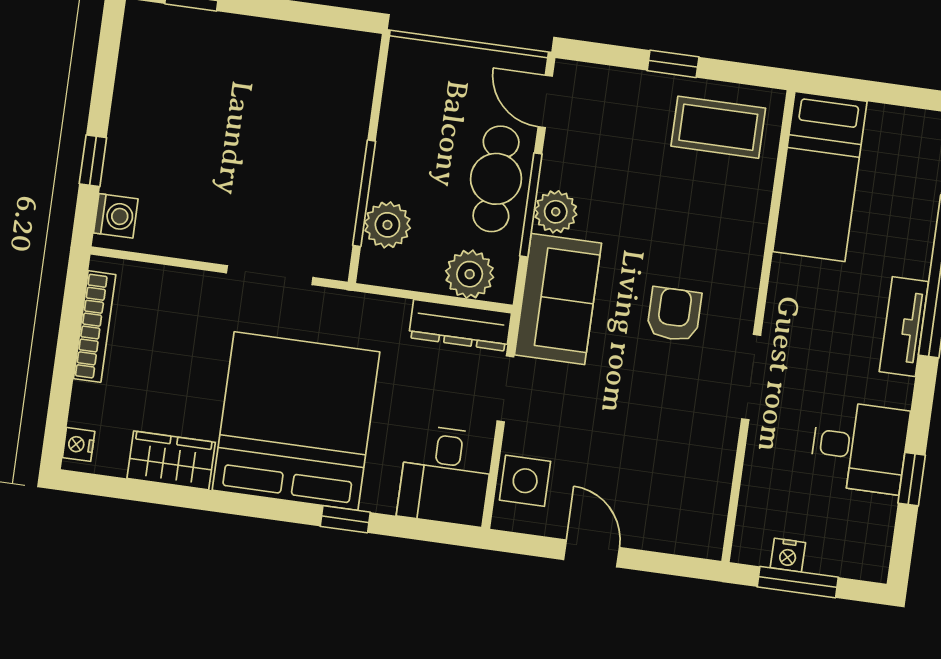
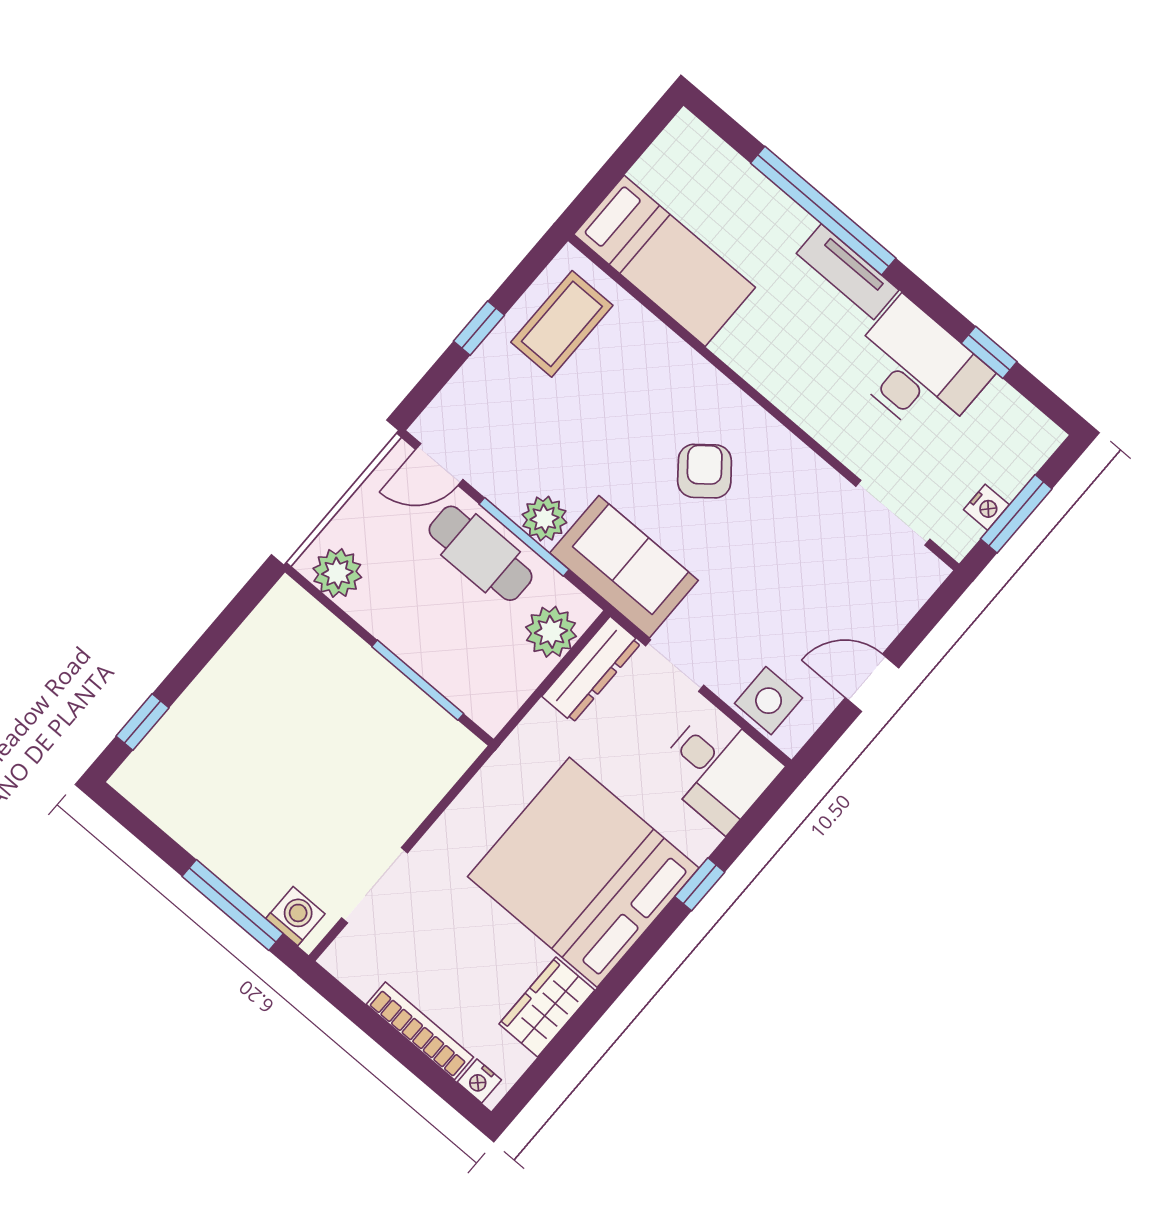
window: (93, 161) -> (233, 905), width x2.17
plant: (387, 225) -> (337, 573), moved
doorway: (270, 275) -> (374, 885), moved
armchair: (674, 314) -> (705, 471), turned 51
bookcase: (95, 327) -> (420, 1031), moved
doorway: (751, 377) -> (893, 513), moved
desk: (859, 447) -> (917, 370), width x1.37

